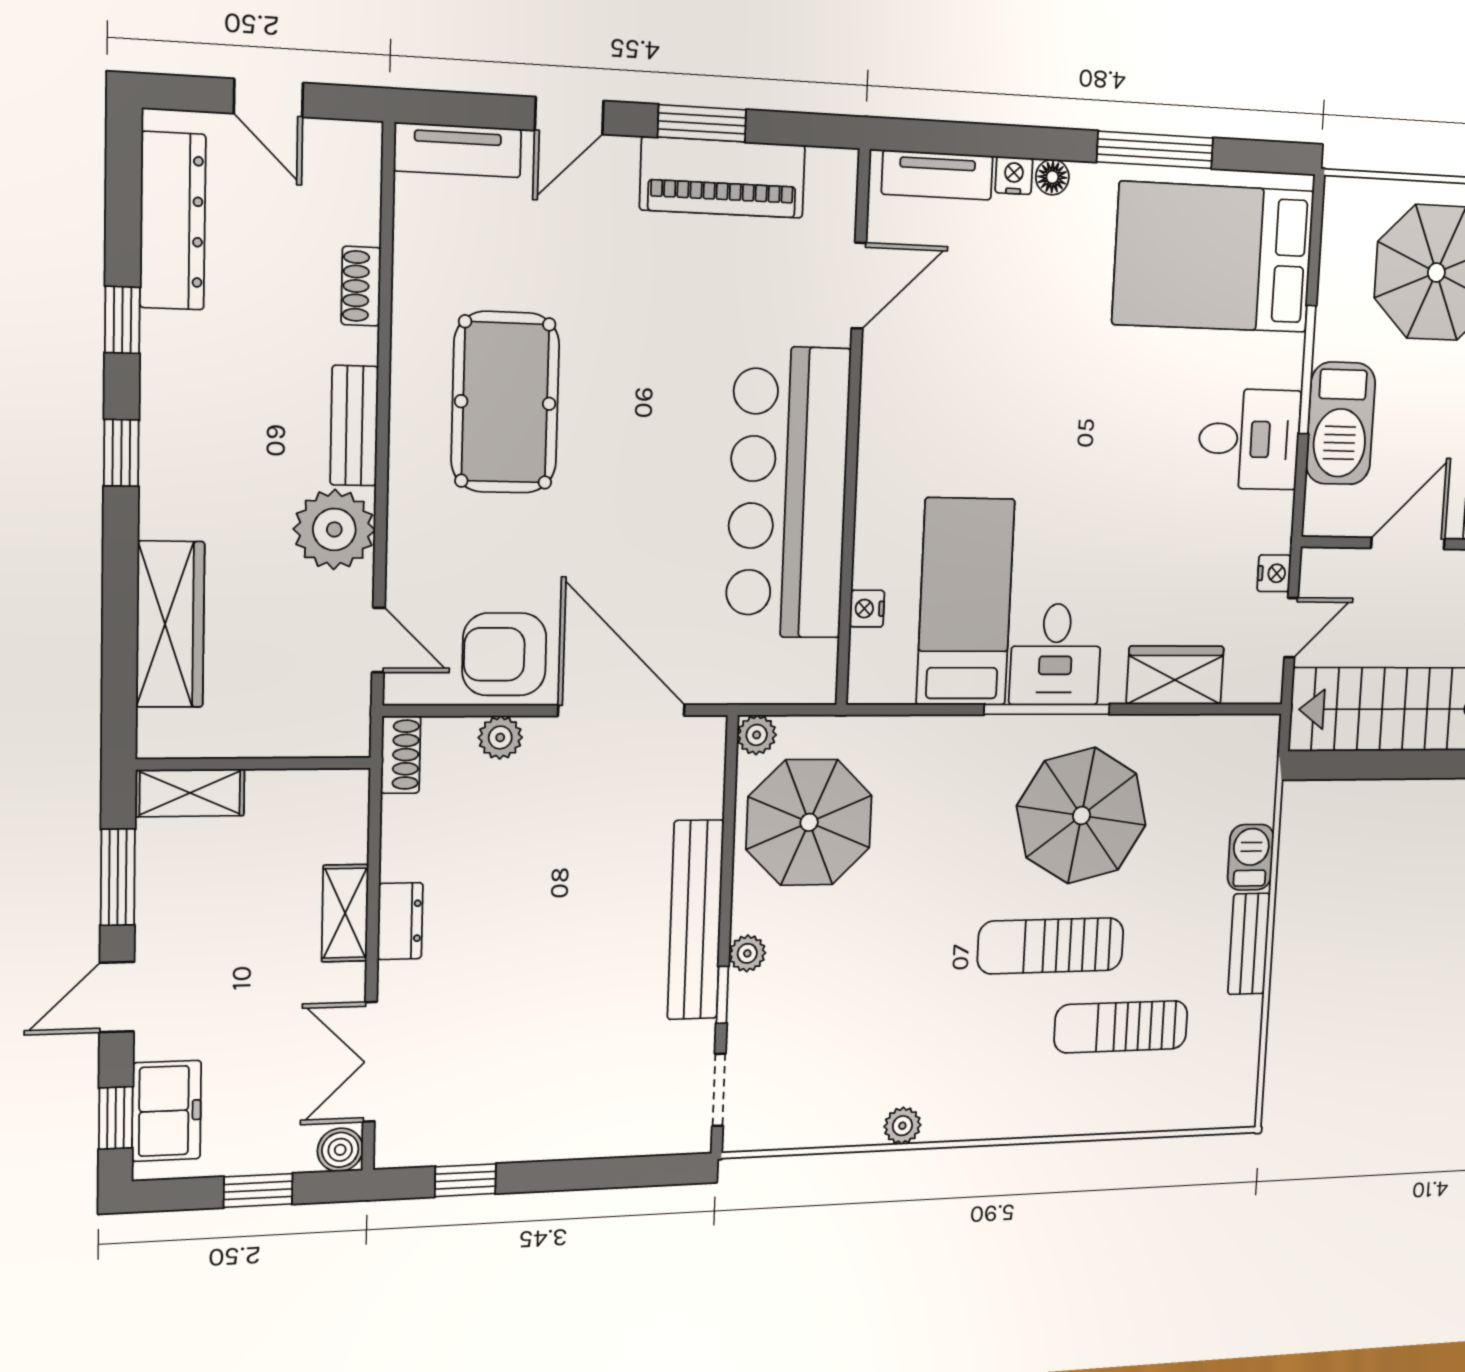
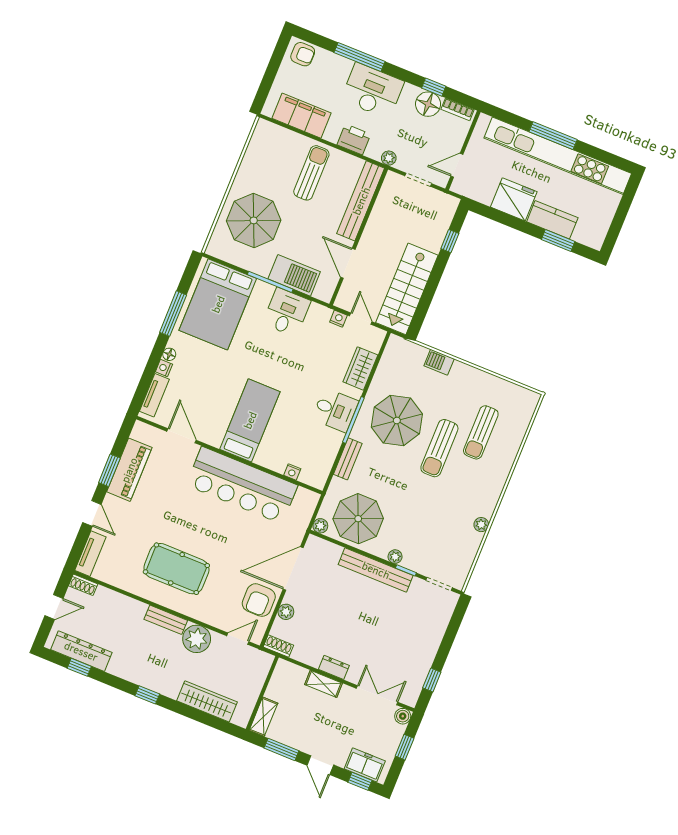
shoe rack: (361, 286) -> (83, 585), moved
window: (122, 320) -> (79, 667), moved
bed: (965, 602) -> (250, 420), moved, turned 90
bench: (1249, 944) -> (348, 459), moved, turned 90
double door: (370, 1062) -> (377, 695), swing flipped

